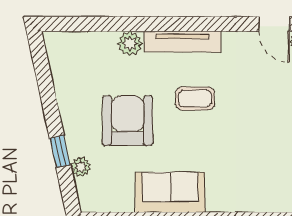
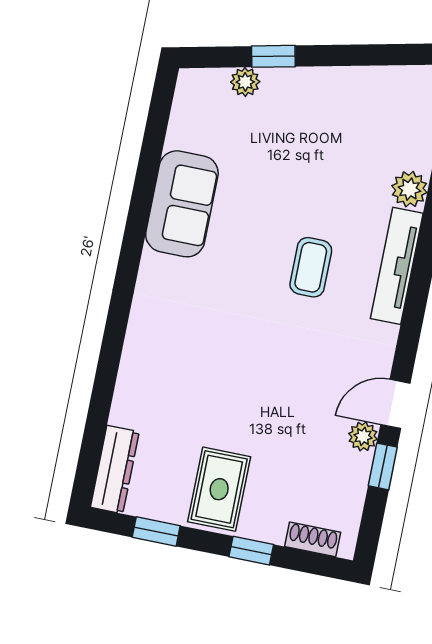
armchair: (128, 121) -> (298, 163), removed

